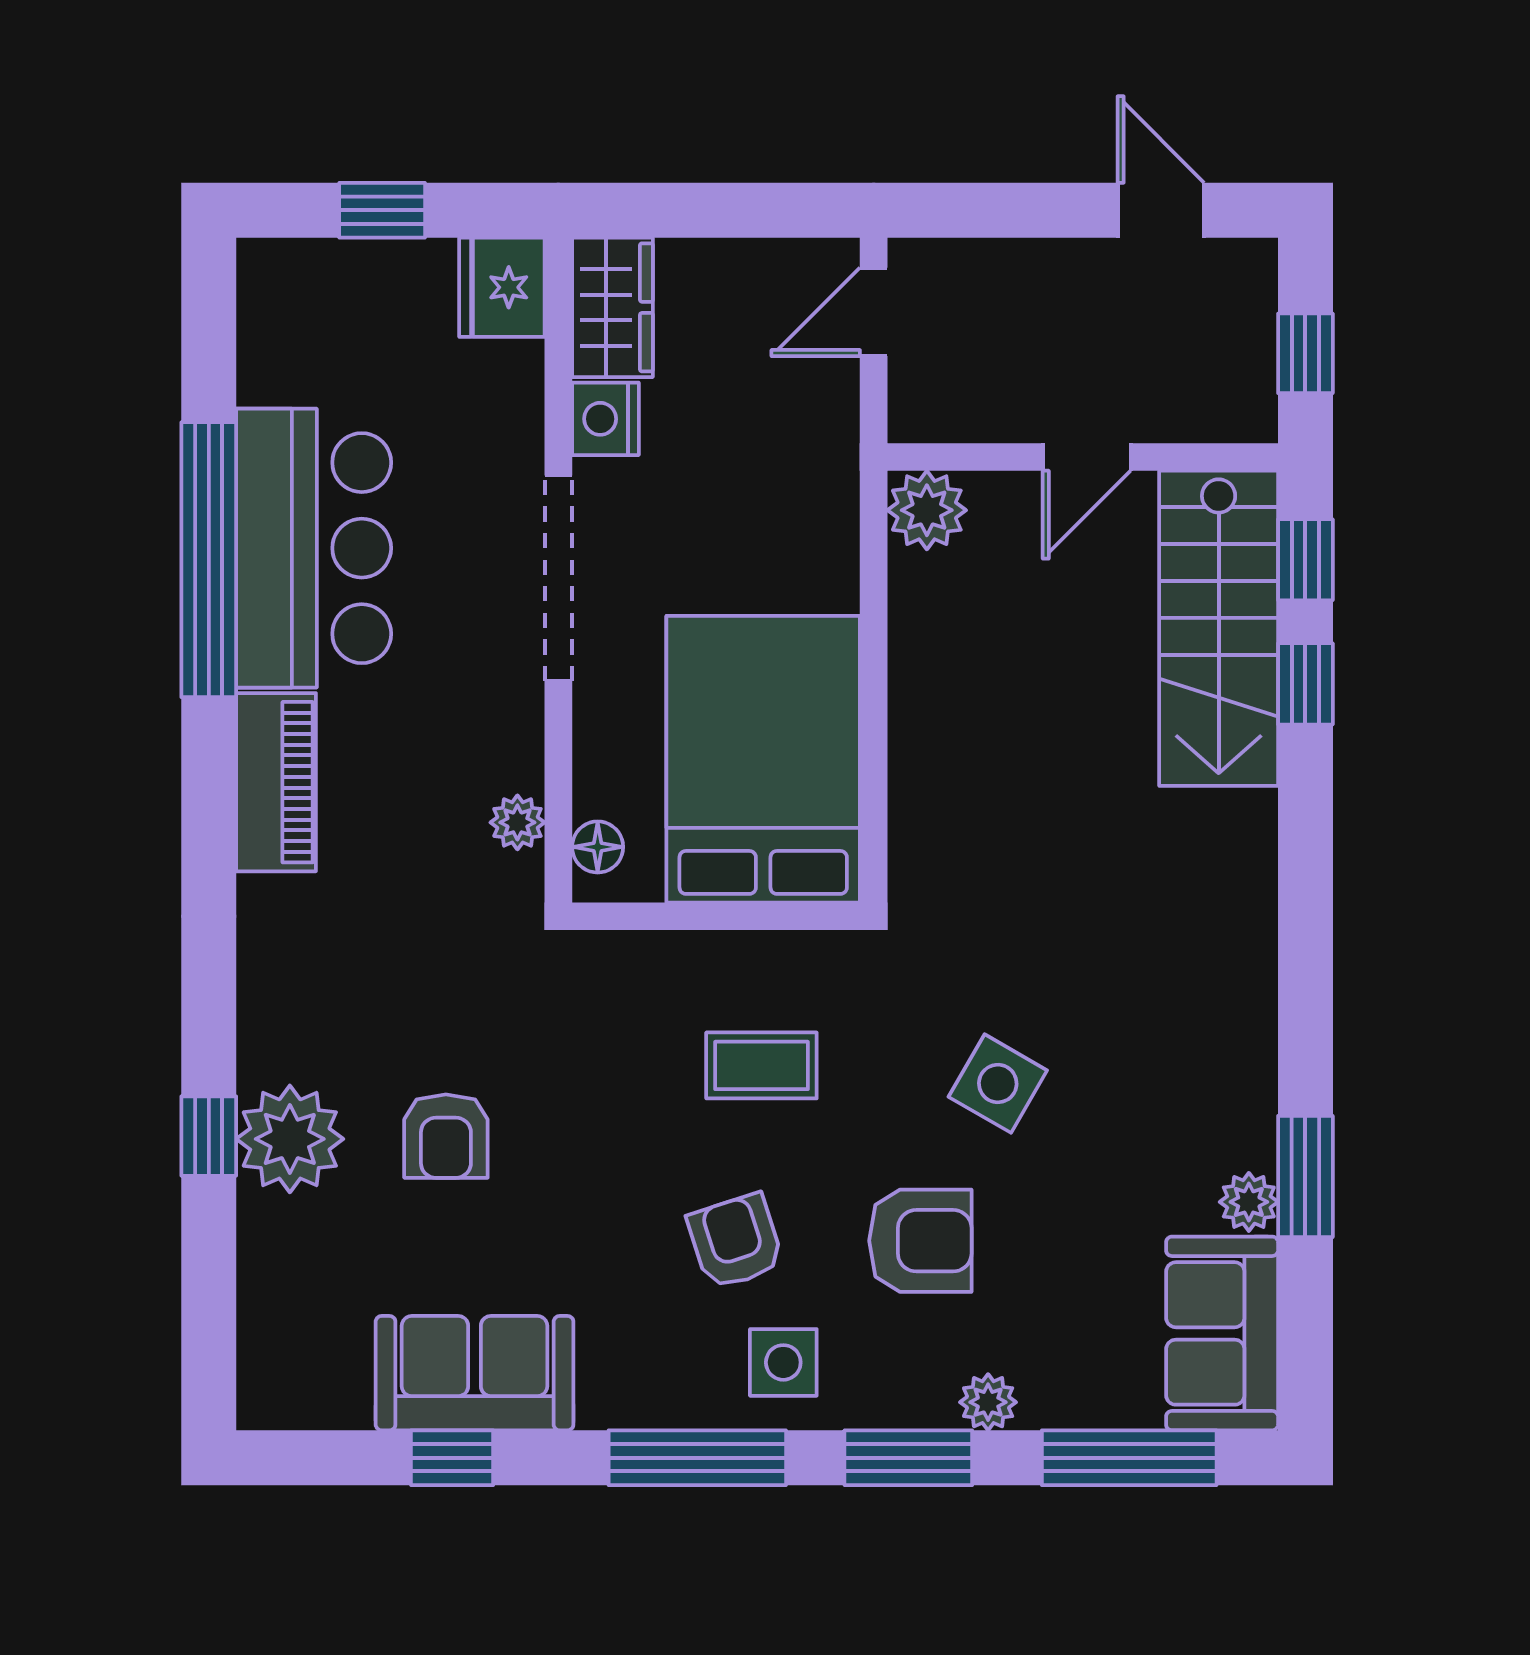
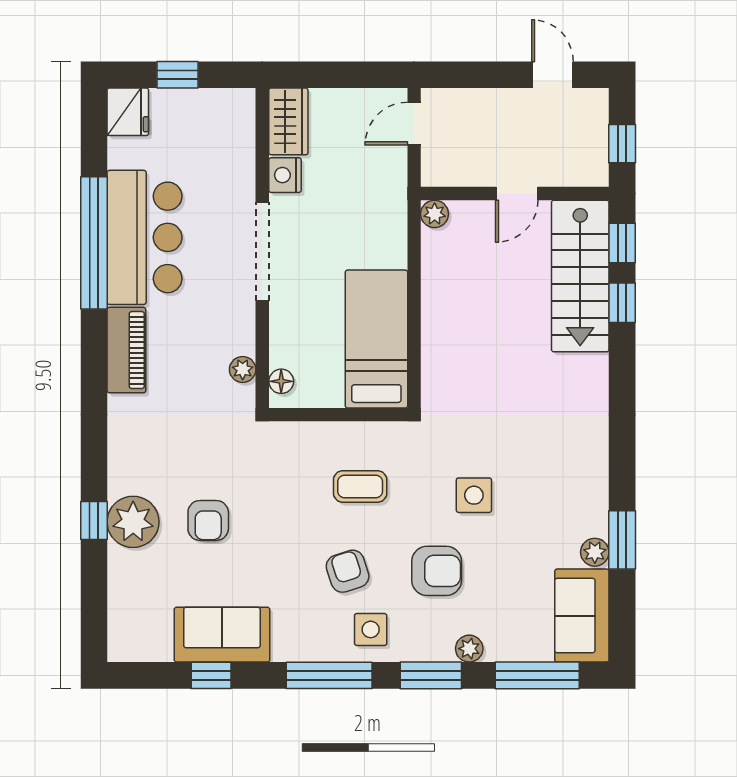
fridge: (502, 287) -> (128, 112), moved, turned 180
plant: (927, 510) -> (435, 214), width x0.73, depth x0.73
bed: (763, 759) -> (376, 339), width x0.67
side table: (998, 1084) -> (474, 495), turned -30

